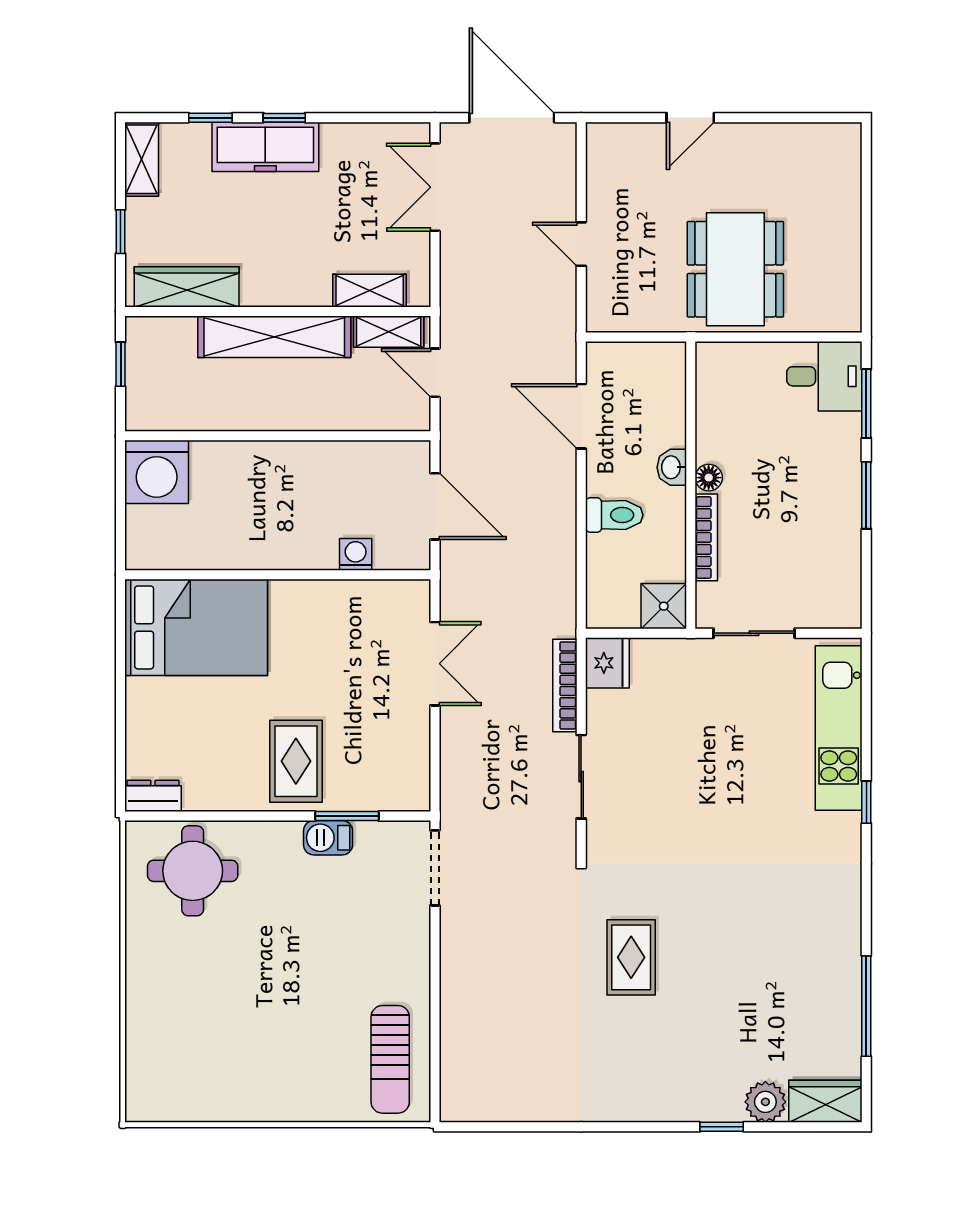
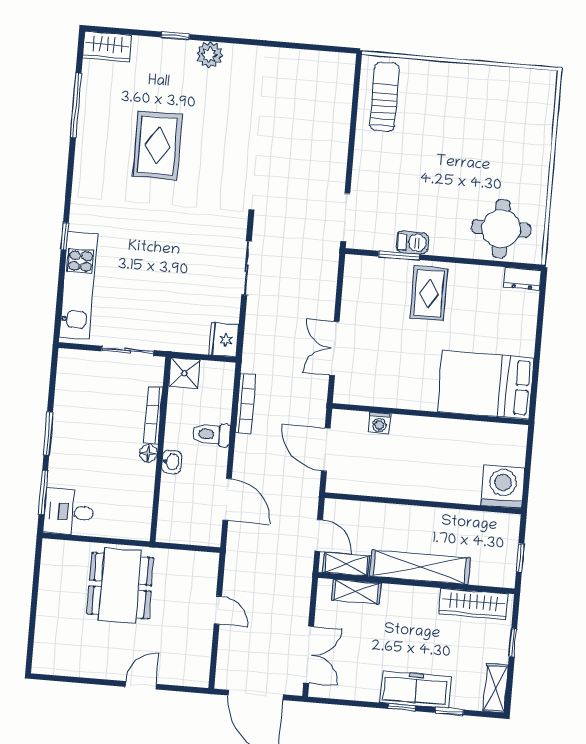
bookcase: (565, 685) -> (246, 404), moved
rug: (631, 957) -> (157, 145), moved, width x1.36, depth x1.43
plant: (765, 1102) -> (209, 55), moved

